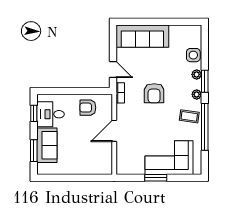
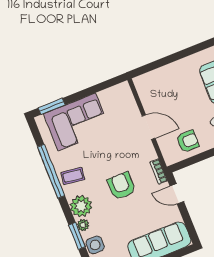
window: (205, 81) -> (77, 236), moved
plant: (197, 94) -> (81, 206), width x1.88, depth x1.88
door: (114, 131) -> (149, 127), hinge flipped
window: (156, 178) -> (52, 106), moved

